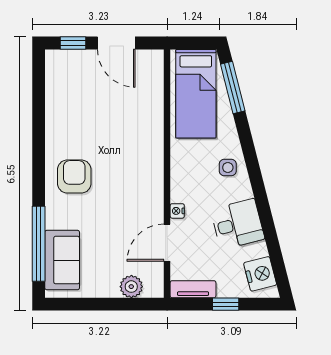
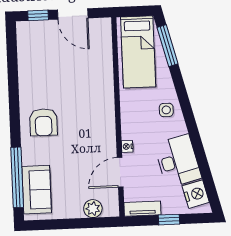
armchair: (74, 176) -> (43, 122), turned 180
desk: (237, 224) -> (178, 161), width x1.37

